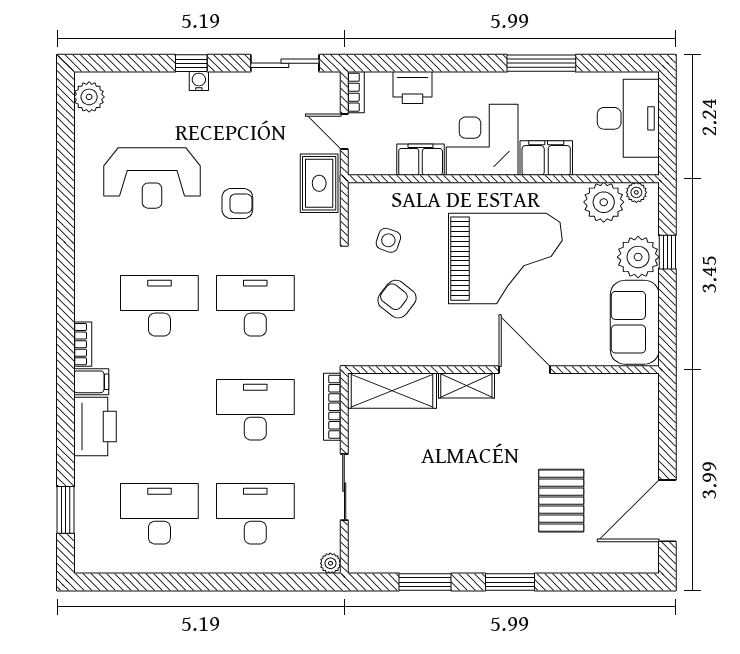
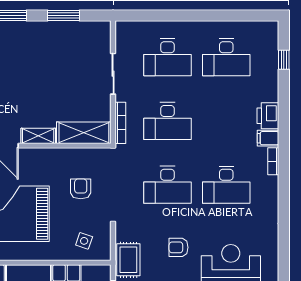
side table: (388, 240) -> (84, 241), moved
armchair: (397, 299) -> (81, 189), turned -128
printer: (95, 426) -> (268, 116), width x0.73, depth x0.84
window: (65, 510) -> (284, 60), width x0.67
plant: (330, 563) -> (121, 27), removed

